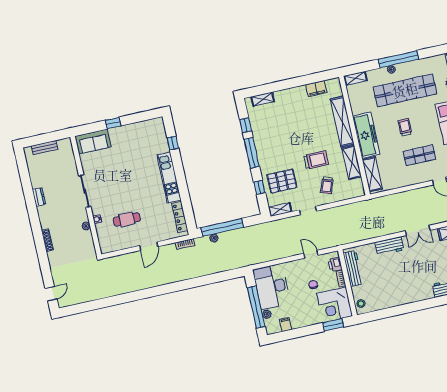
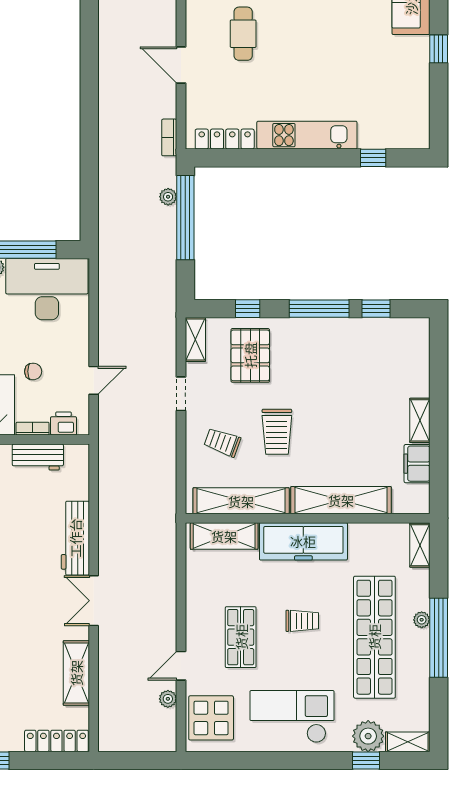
shelving: (263, 99) -> (420, 420), moved
shelving: (352, 162) -> (241, 501), width x1.47
workbench: (389, 246) -> (75, 538), width x1.38
workbench: (353, 268) -> (38, 457), width x0.73

